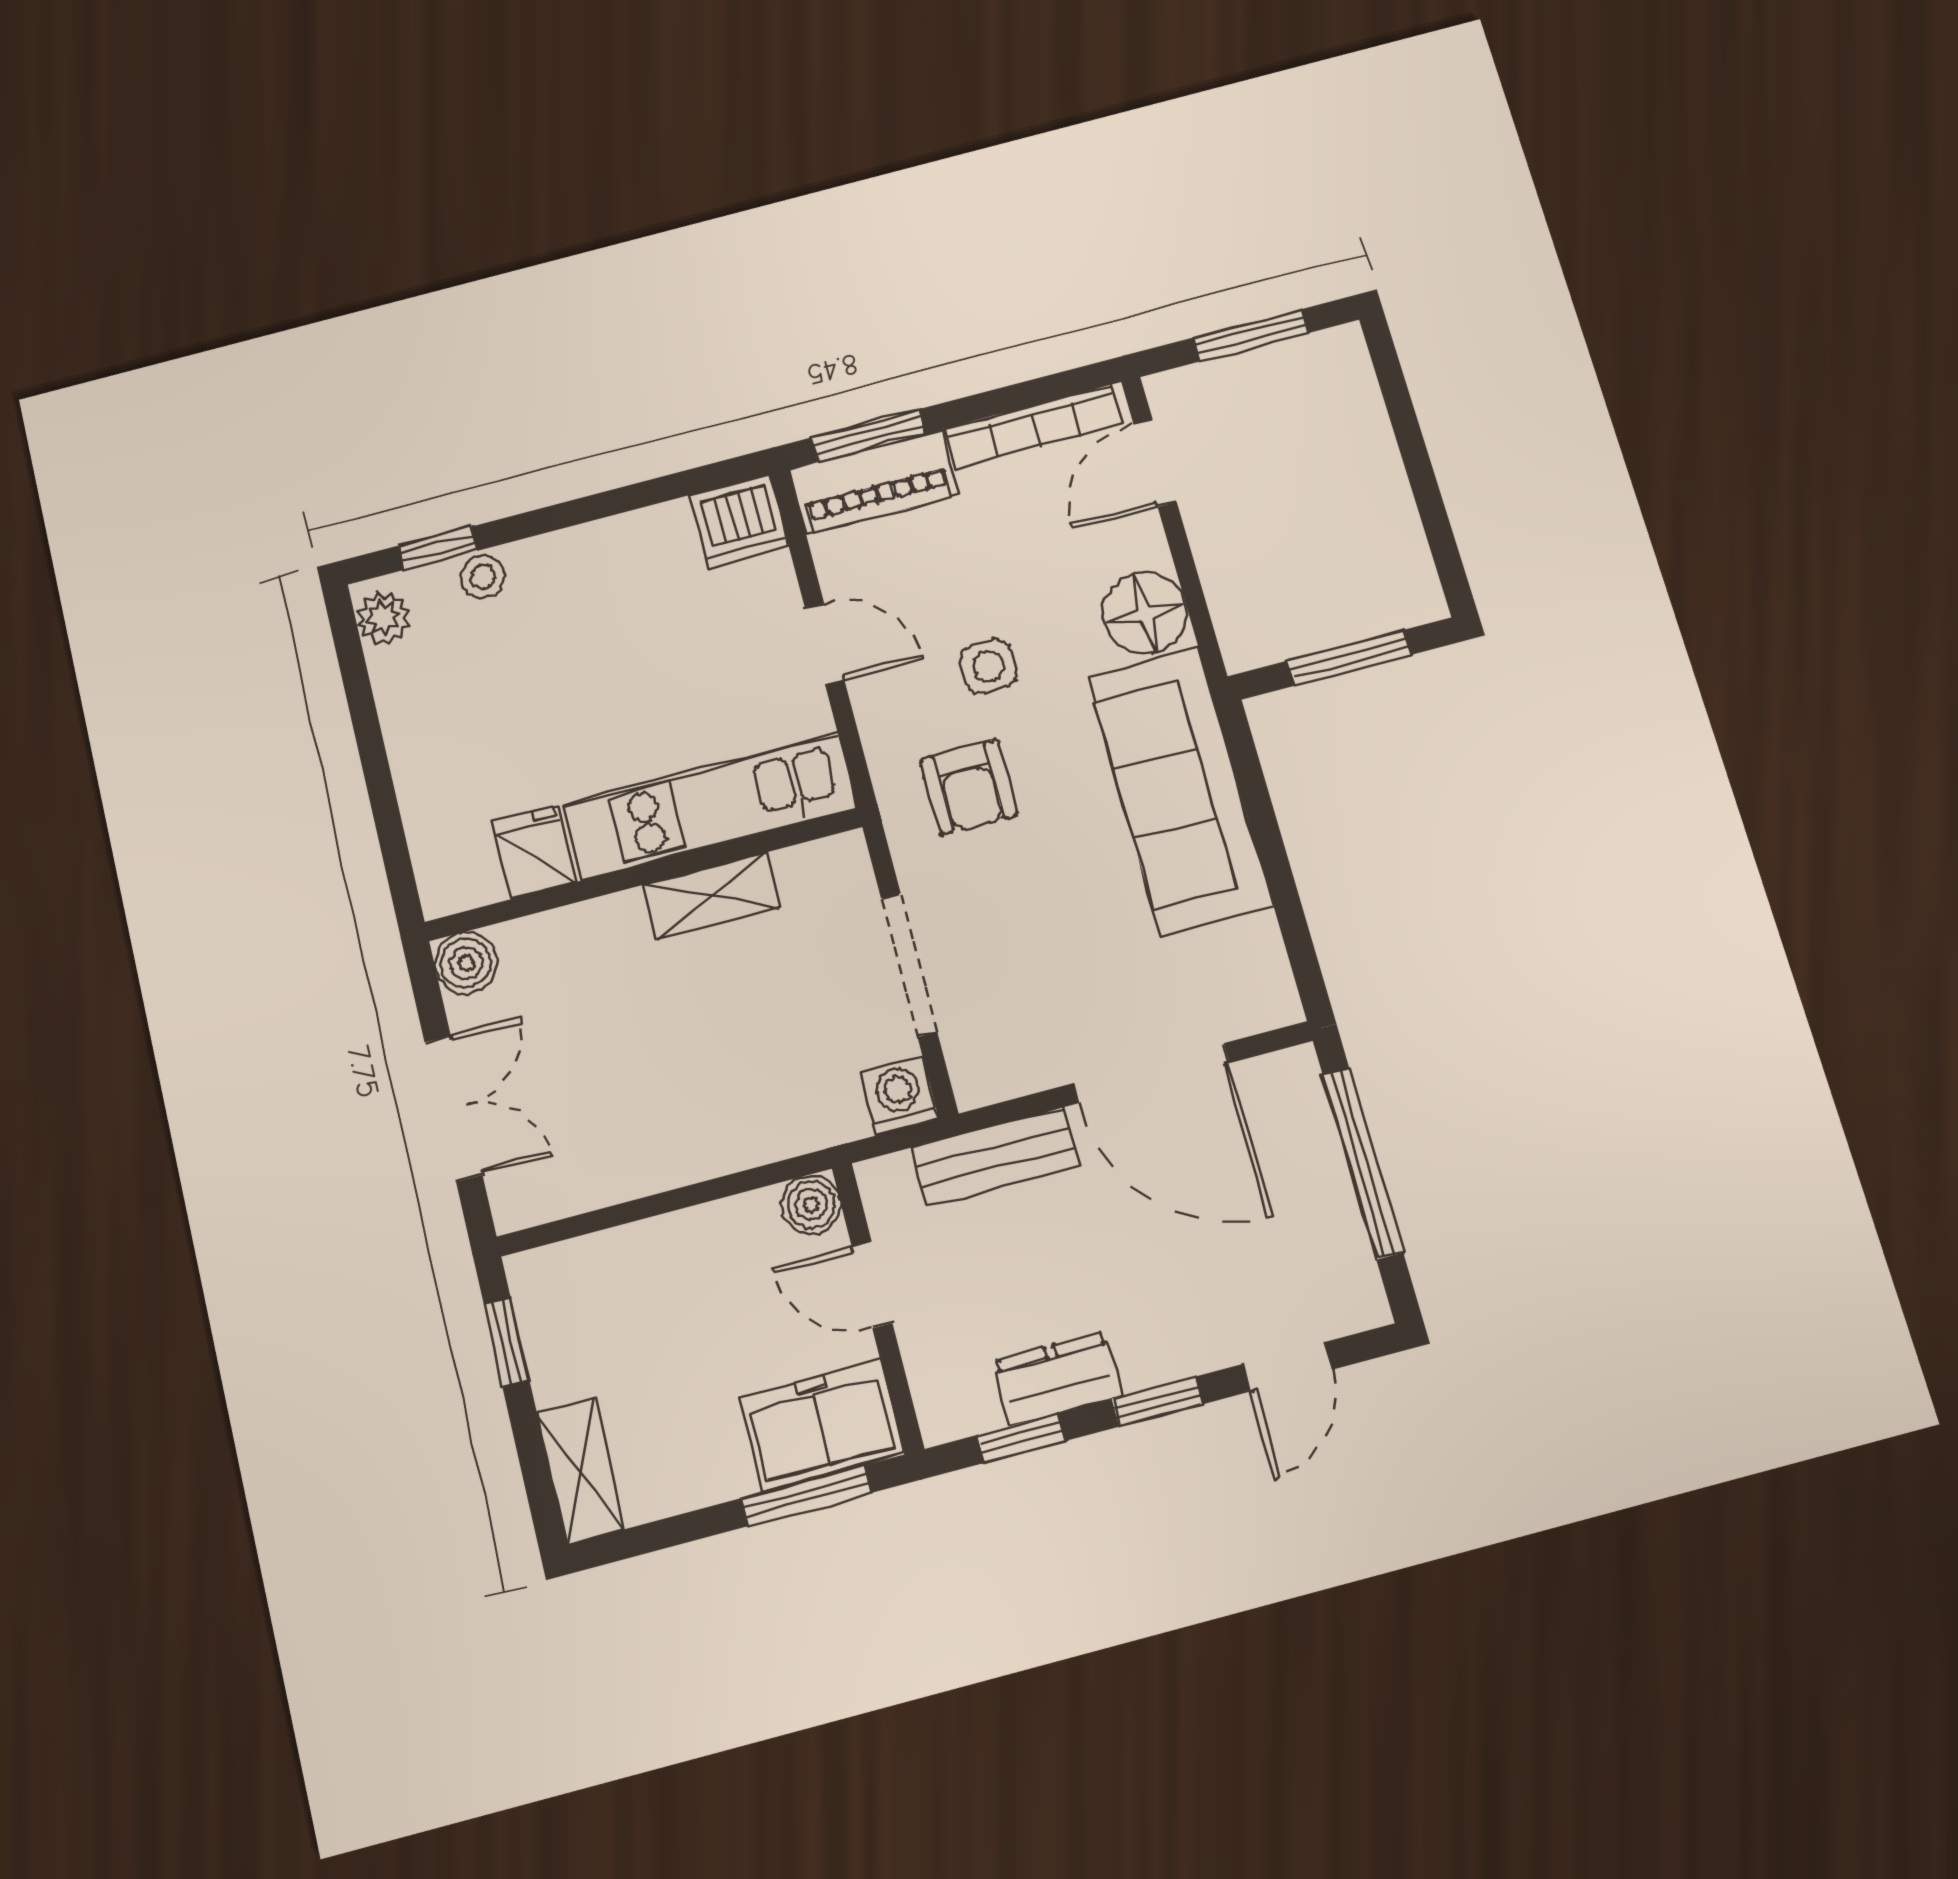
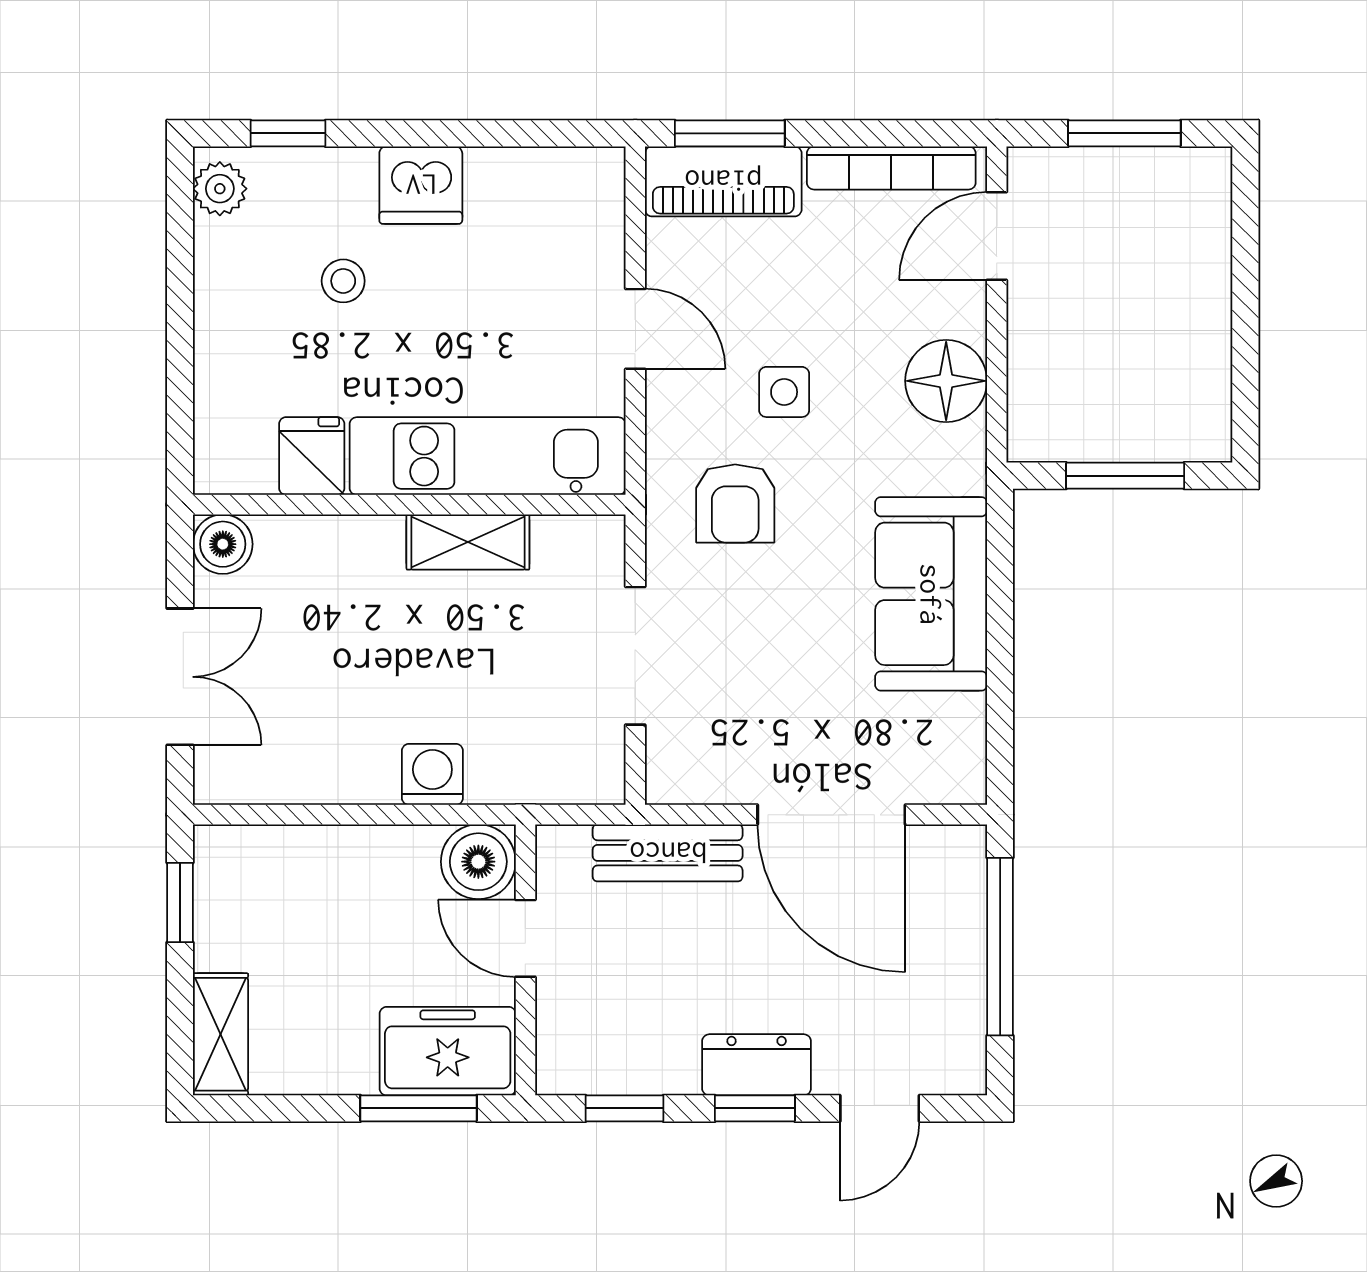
dishwasher: (739, 521) -> (421, 185), moved
stool: (483, 577) -> (343, 281), moved
sofa: (1180, 790) -> (931, 594), width x0.73
washing machine: (900, 1096) -> (432, 774), moved
boiler: (811, 1205) -> (478, 862), width x1.36, depth x1.36
dresser: (1057, 1379) -> (757, 1065), moved

